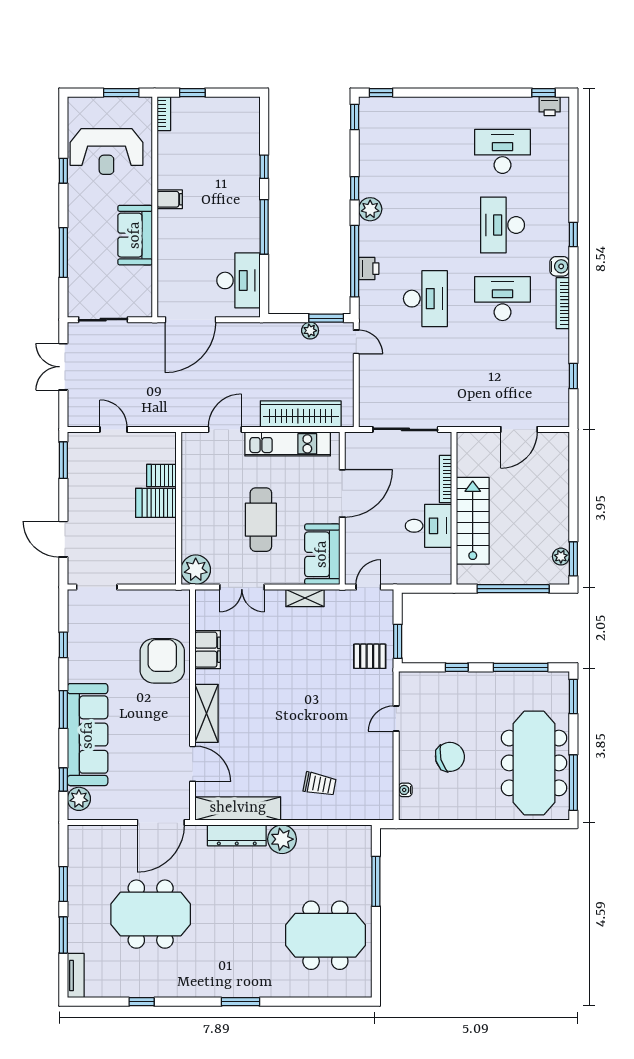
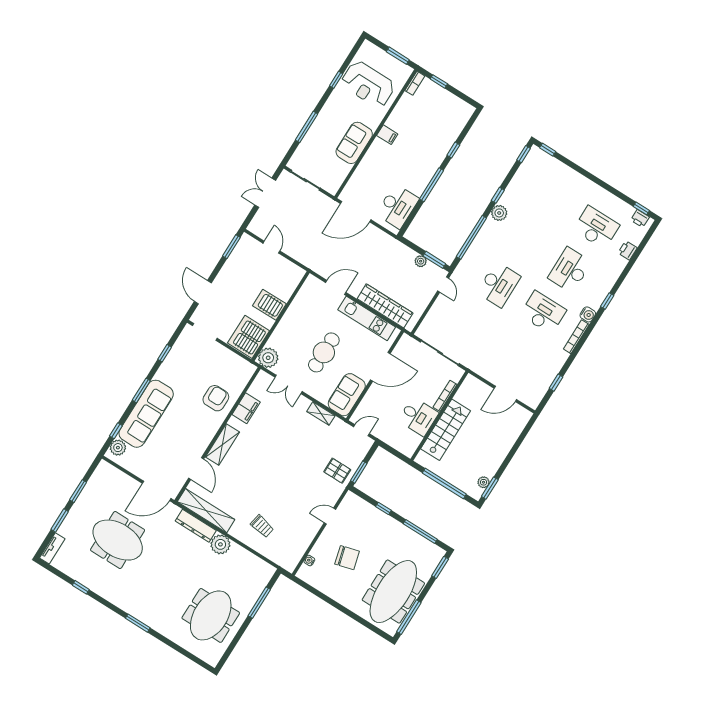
printer: (369, 269) -> (628, 250), moved, turned 180
server rack: (161, 476) -> (248, 337), moved, width x2.18, depth x1.44
armchair: (162, 661) -> (216, 398), width x0.73, depth x0.73
meeting table: (325, 935) -> (211, 615), turned 90

